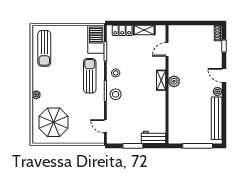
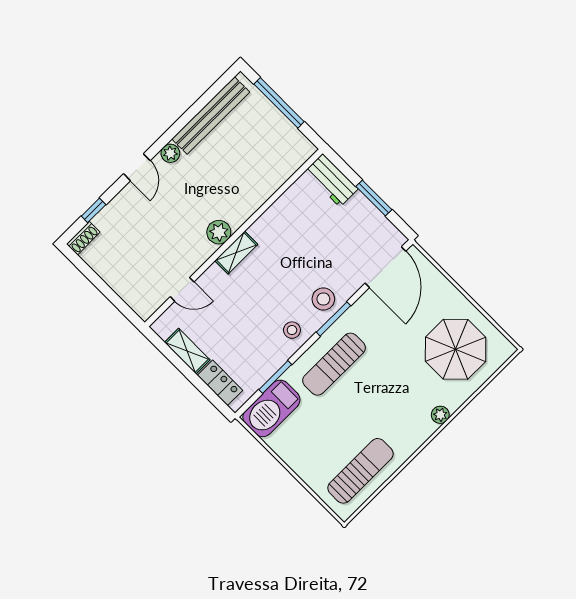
door: (105, 126) -> (385, 267), width x1.88

